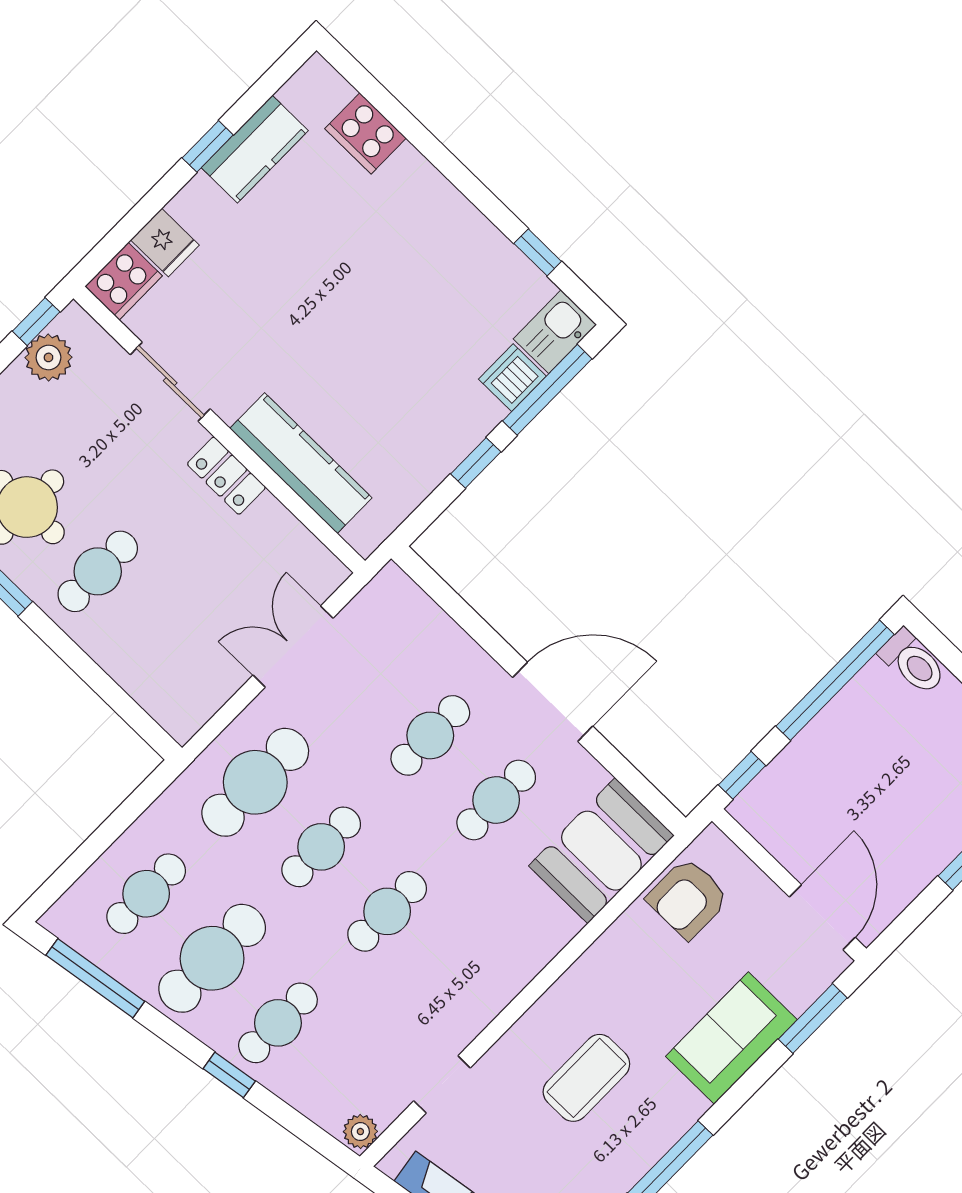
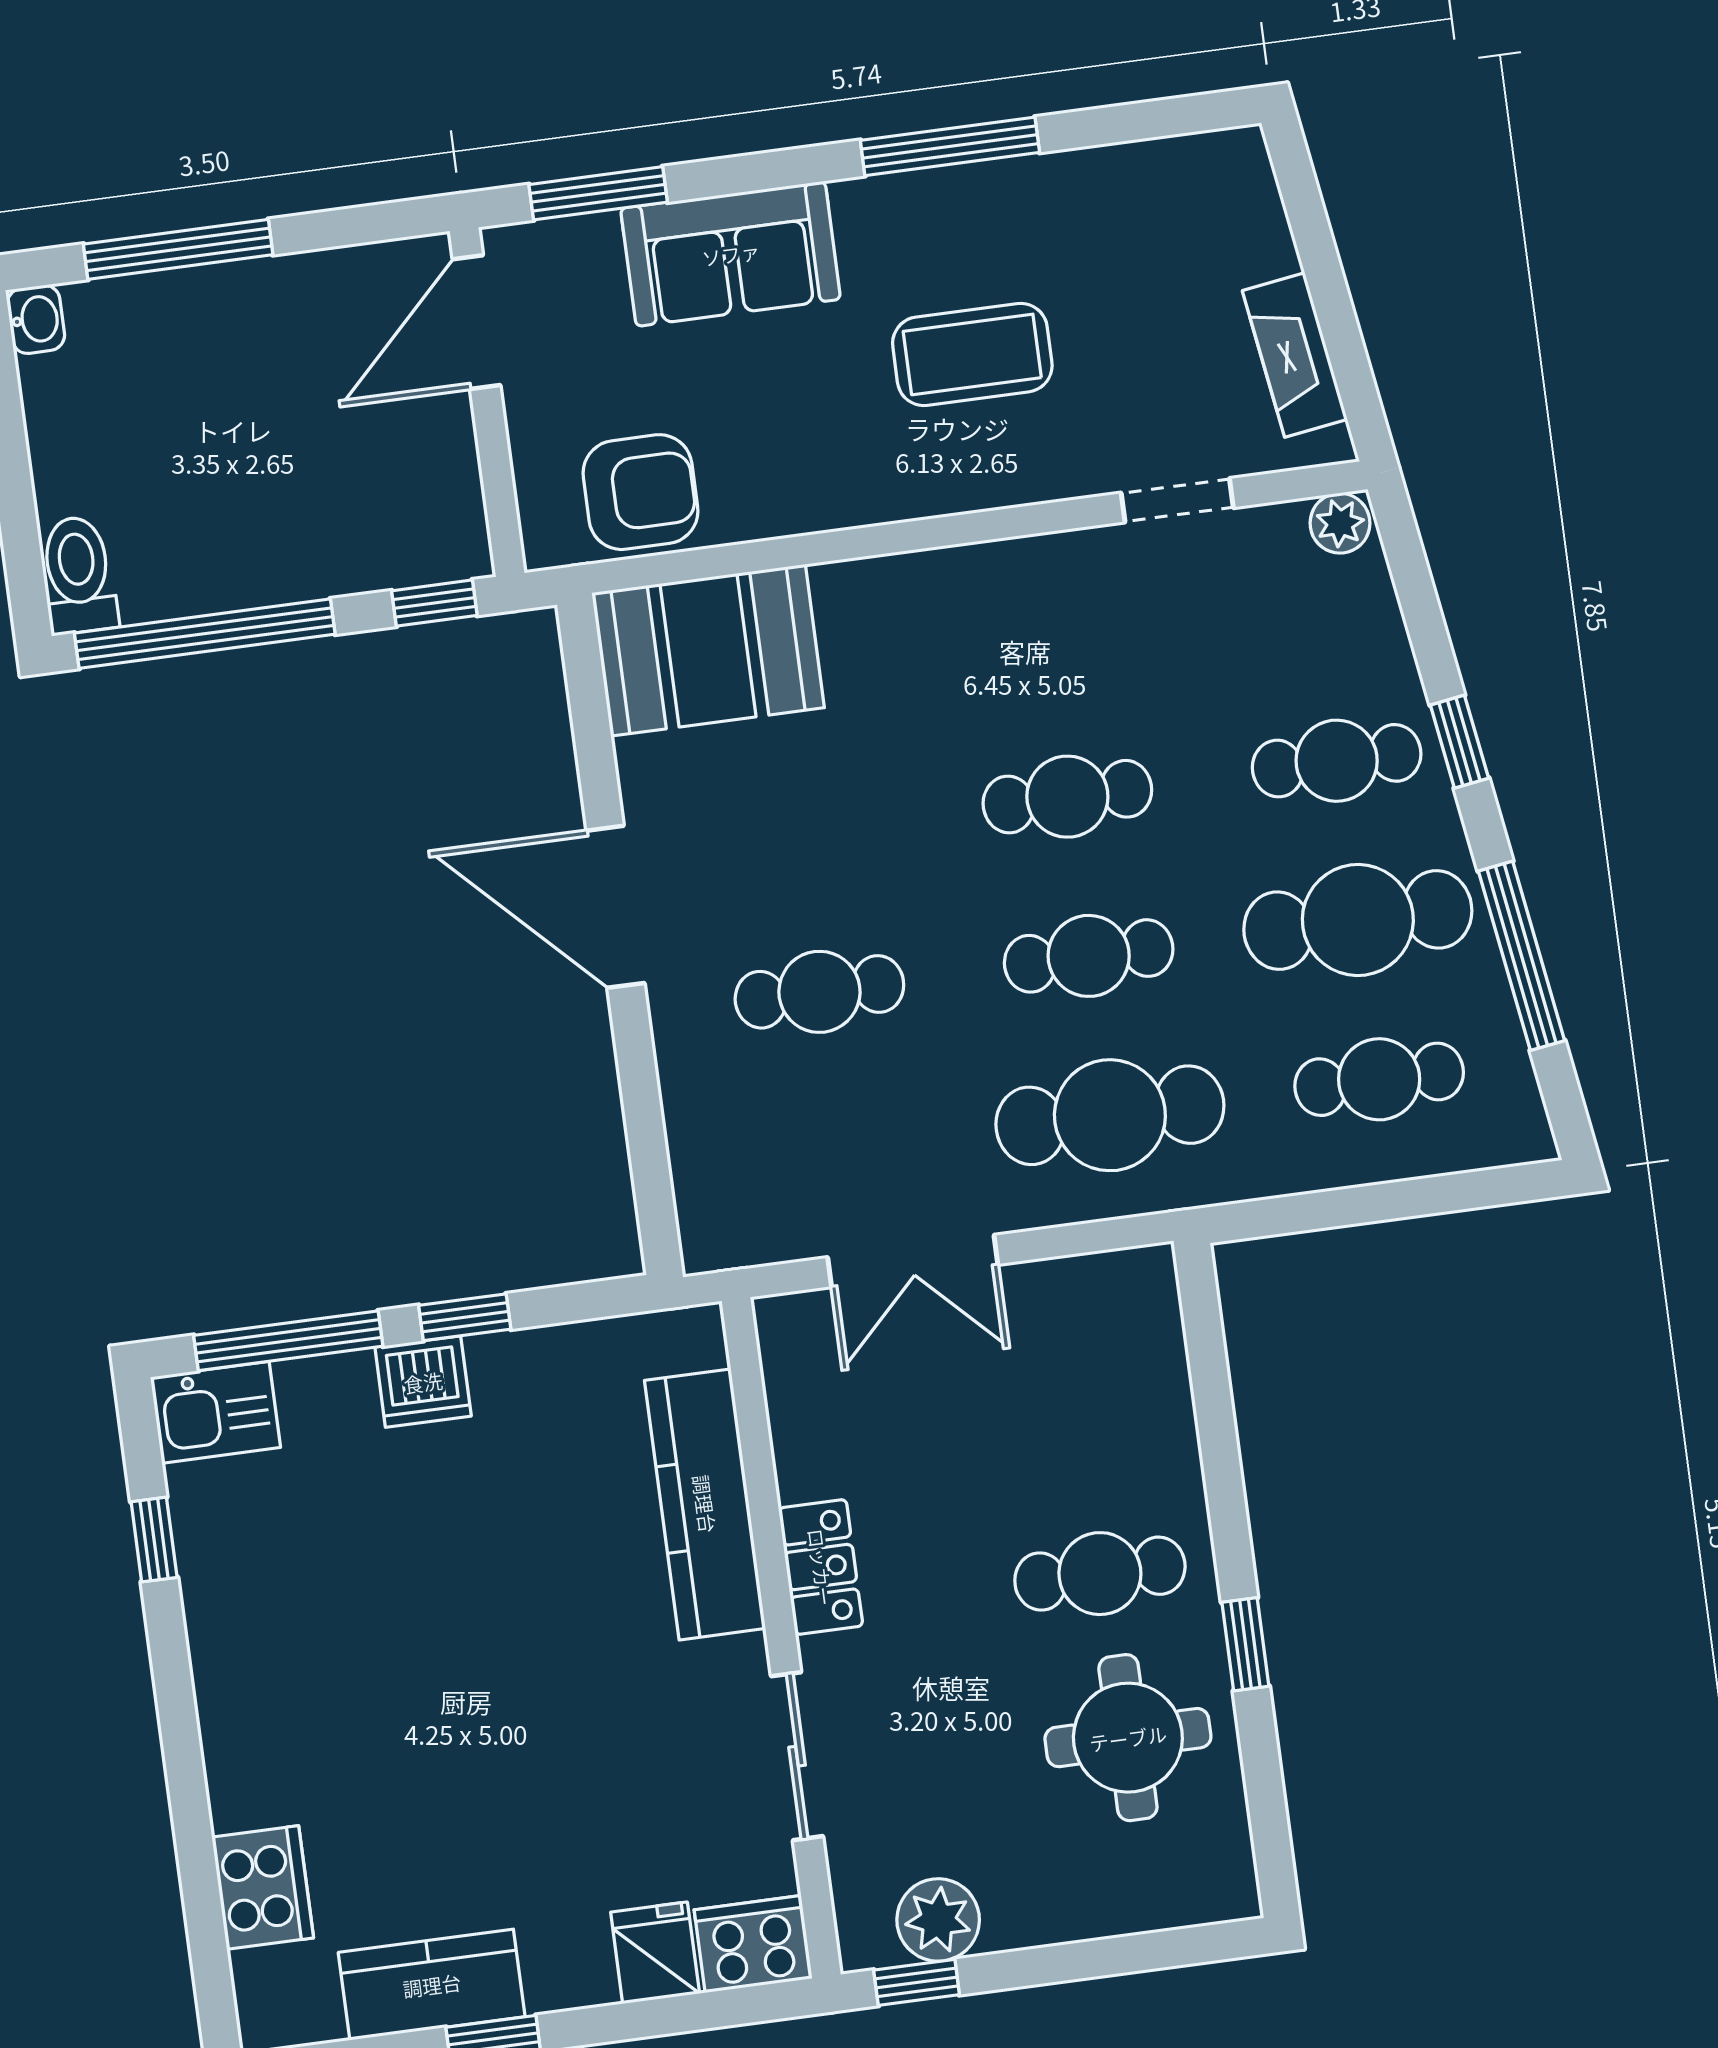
dishwasher: (512, 378) -> (423, 1382), moved
cafe table: (496, 800) -> (798, 833), removed
window: (95, 978) -> (1522, 956), moved

